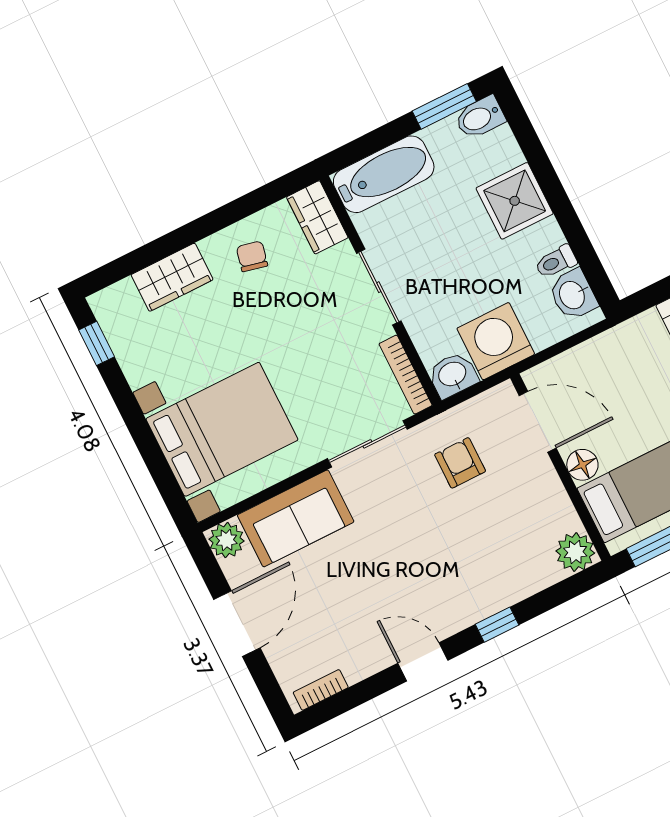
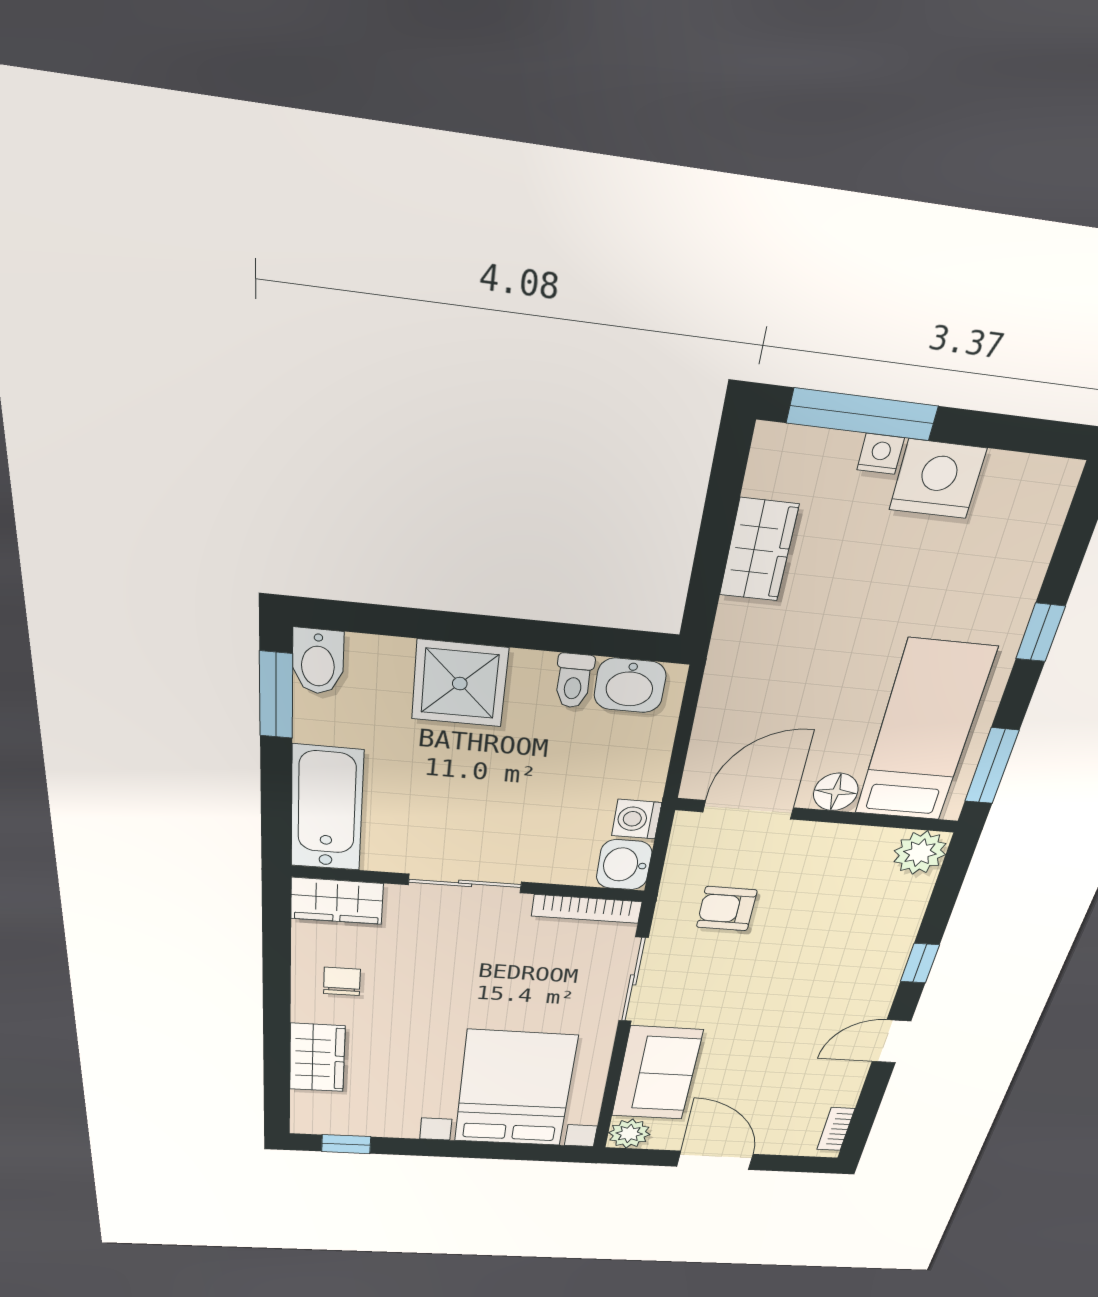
chair: (252, 256) -> (342, 981), turned 77
washing machine: (496, 341) -> (637, 819), width x0.53, depth x0.53

